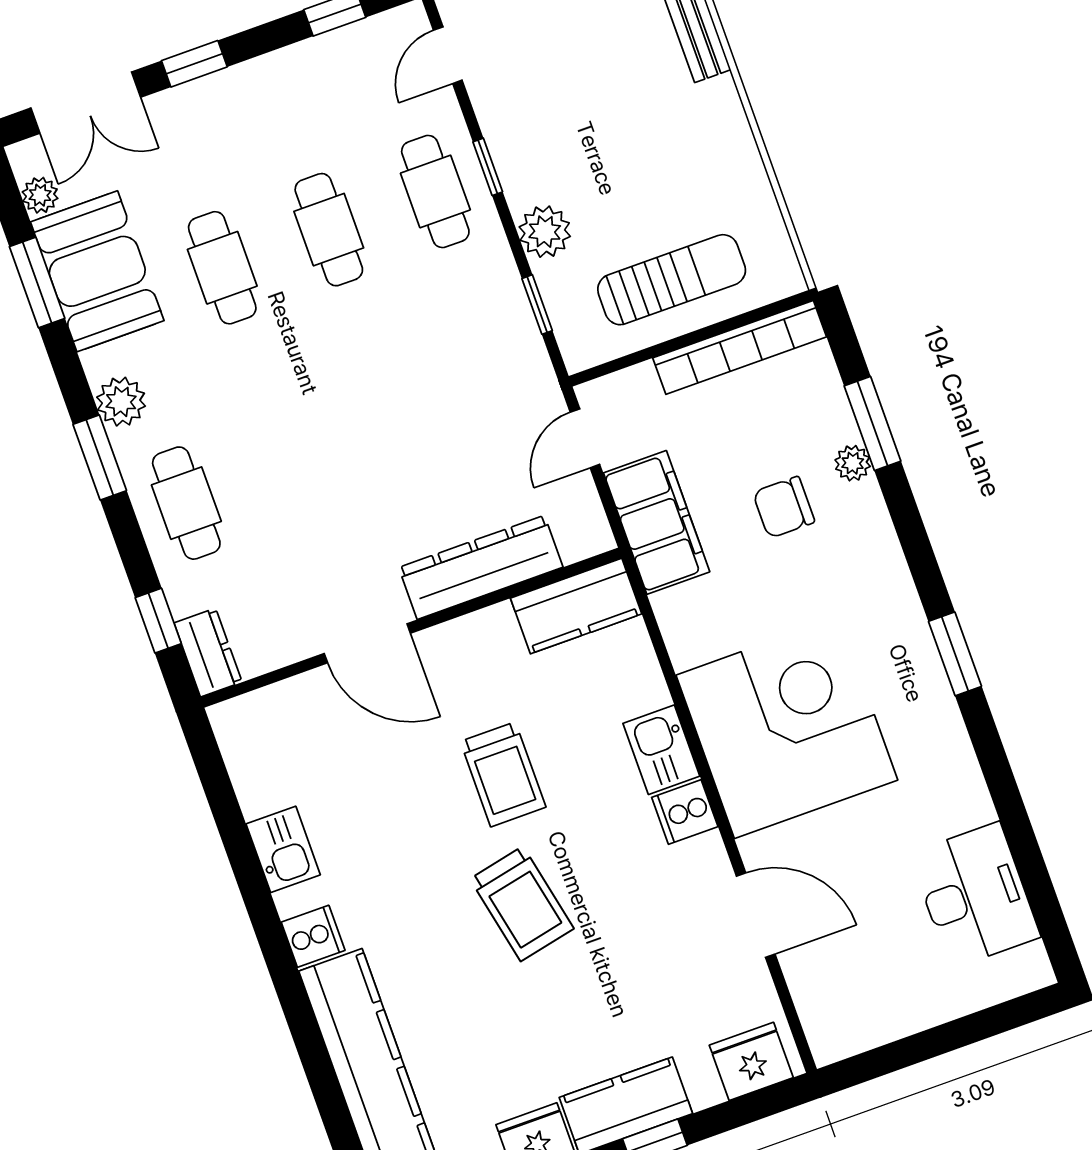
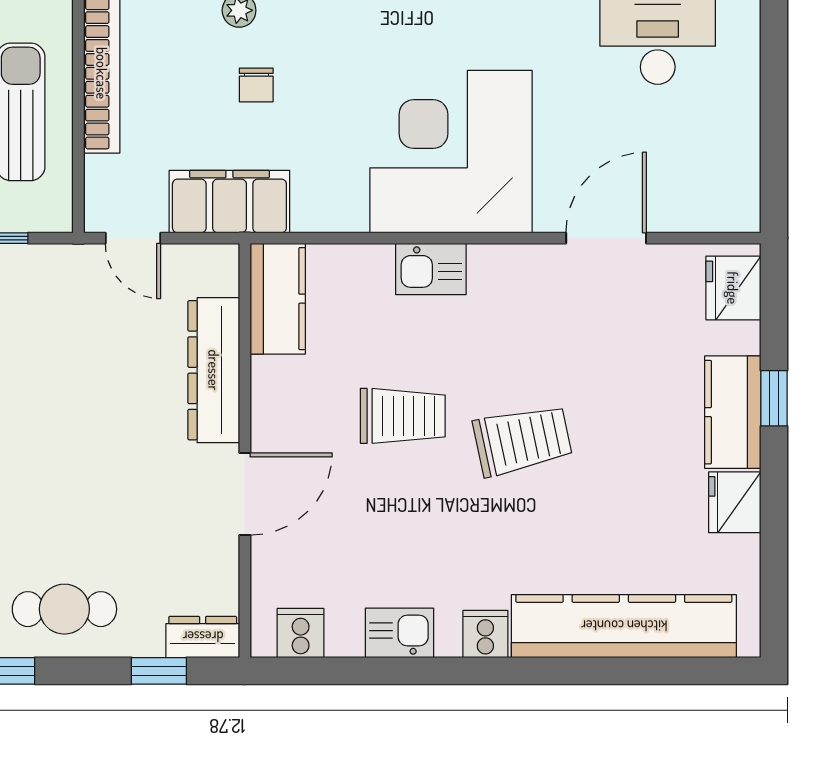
chair: (784, 507) -> (256, 85), width x0.73, depth x0.73
cooker: (685, 812) -> (301, 633), moved, turned 180

